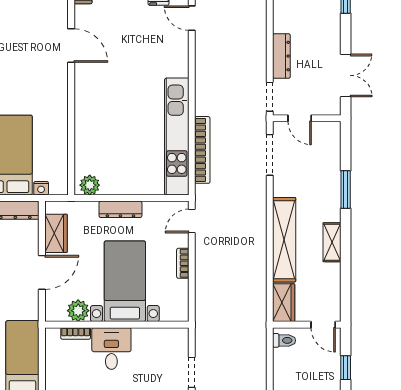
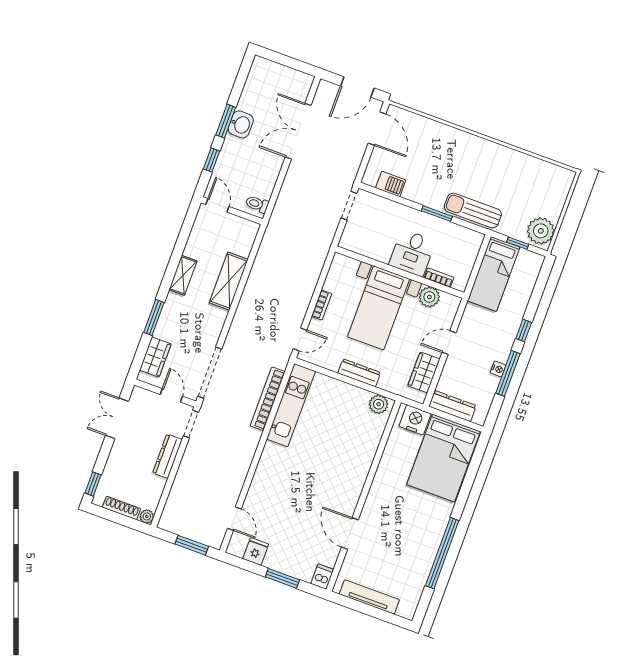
kitchen unit: (177, 137) -> (291, 405), width x0.73
doorway: (270, 155) -> (210, 373), width x1.36
nightstand: (41, 188) -> (415, 420), width x1.89, depth x1.79
shelving: (284, 240) -> (229, 281), width x0.68
door: (42, 272) -> (449, 343), width x0.73
wardrobe: (284, 303) -> (155, 357), moved, turned 180

